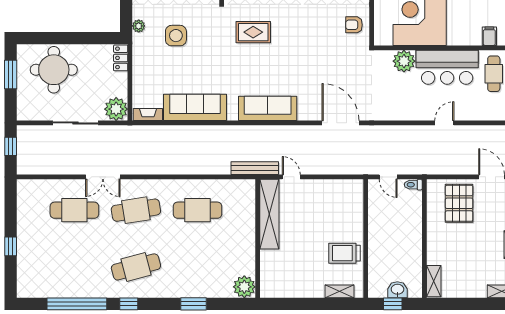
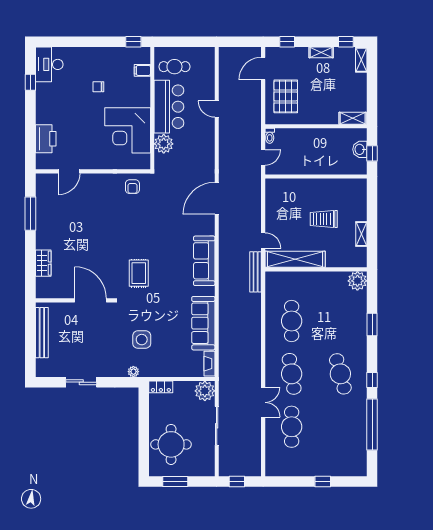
door: (291, 177) -> (263, 241), swing flipped
pallet: (459, 203) -> (286, 96), turned 90
trolley: (345, 253) -> (324, 219), moved, turned 90
shelving: (340, 291) -> (361, 234), moved

